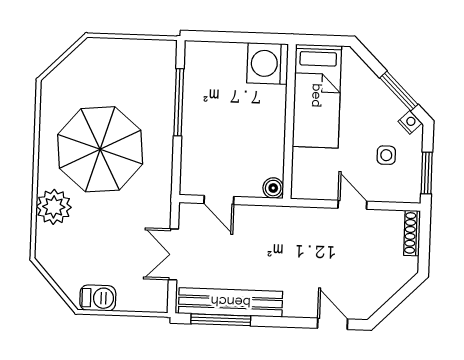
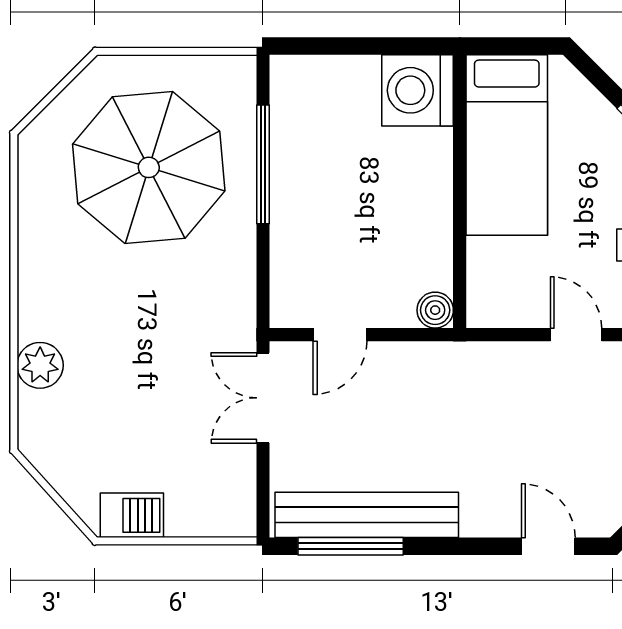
parasol: (100, 149) -> (149, 167), moved
door: (219, 200) -> (340, 335), hinge flipped
plant: (54, 207) -> (40, 365), width x0.73, depth x0.73
double door: (173, 254) -> (263, 398), moved

